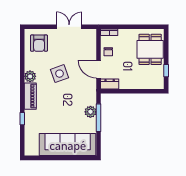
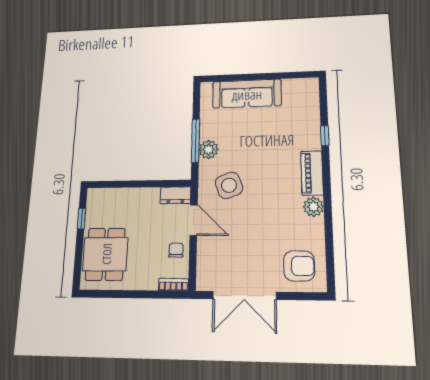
double door: (69, 27) -> (244, 296), width x1.37
armchair: (39, 43) -> (299, 266), turned 90
side table: (60, 74) -> (229, 185), moved
sofa: (68, 145) -> (247, 94), width x0.74, depth x0.79

